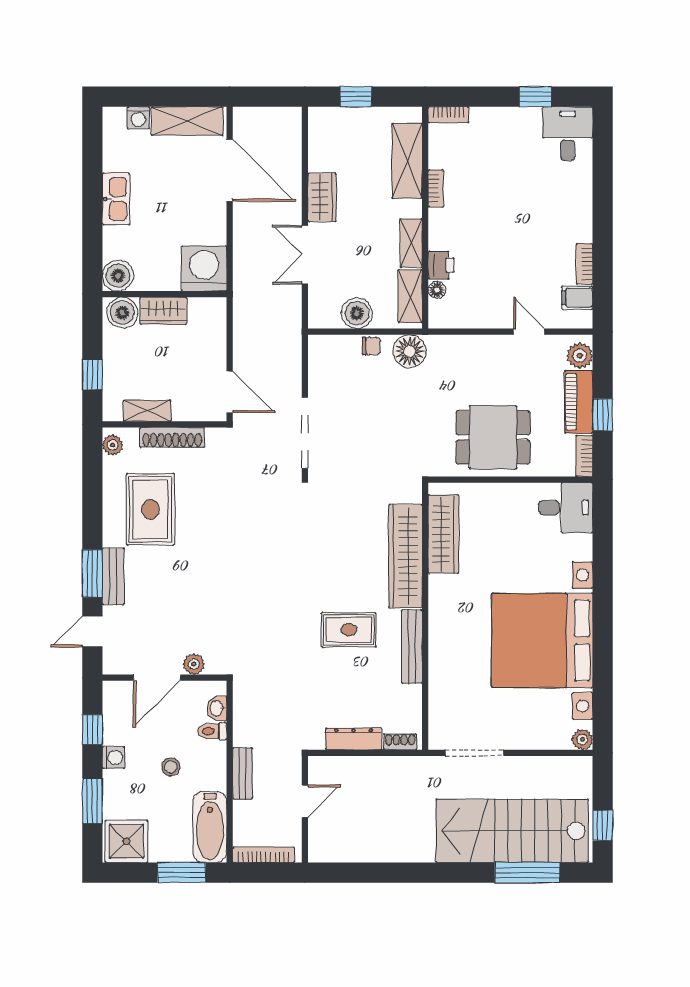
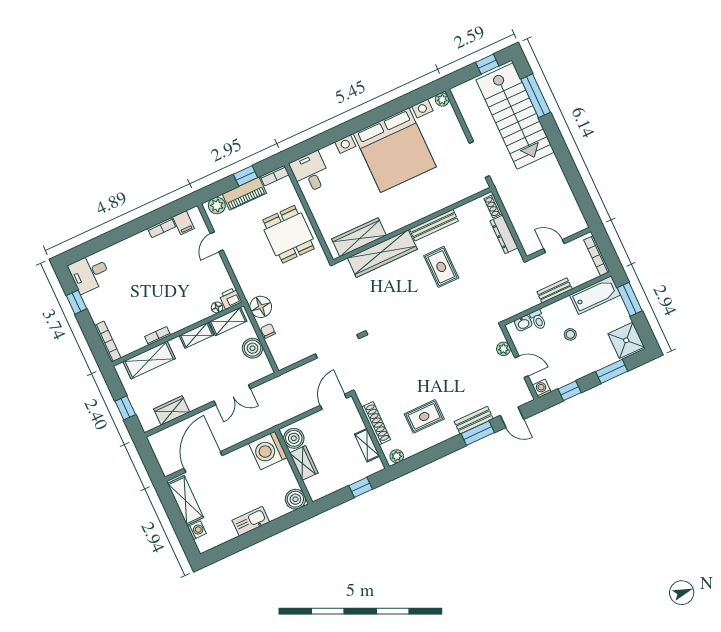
bookcase: (448, 115) -> (108, 342), width x1.56
wardrobe: (322, 197) -> (172, 410), moved
printer: (441, 265) -> (231, 298), moved
boiler: (122, 313) -> (294, 438), moved
rug: (150, 509) -> (424, 416), width x0.73, depth x0.70
door: (157, 678) -> (522, 367), width x0.73
washing machine: (114, 758) -> (542, 389), moved

